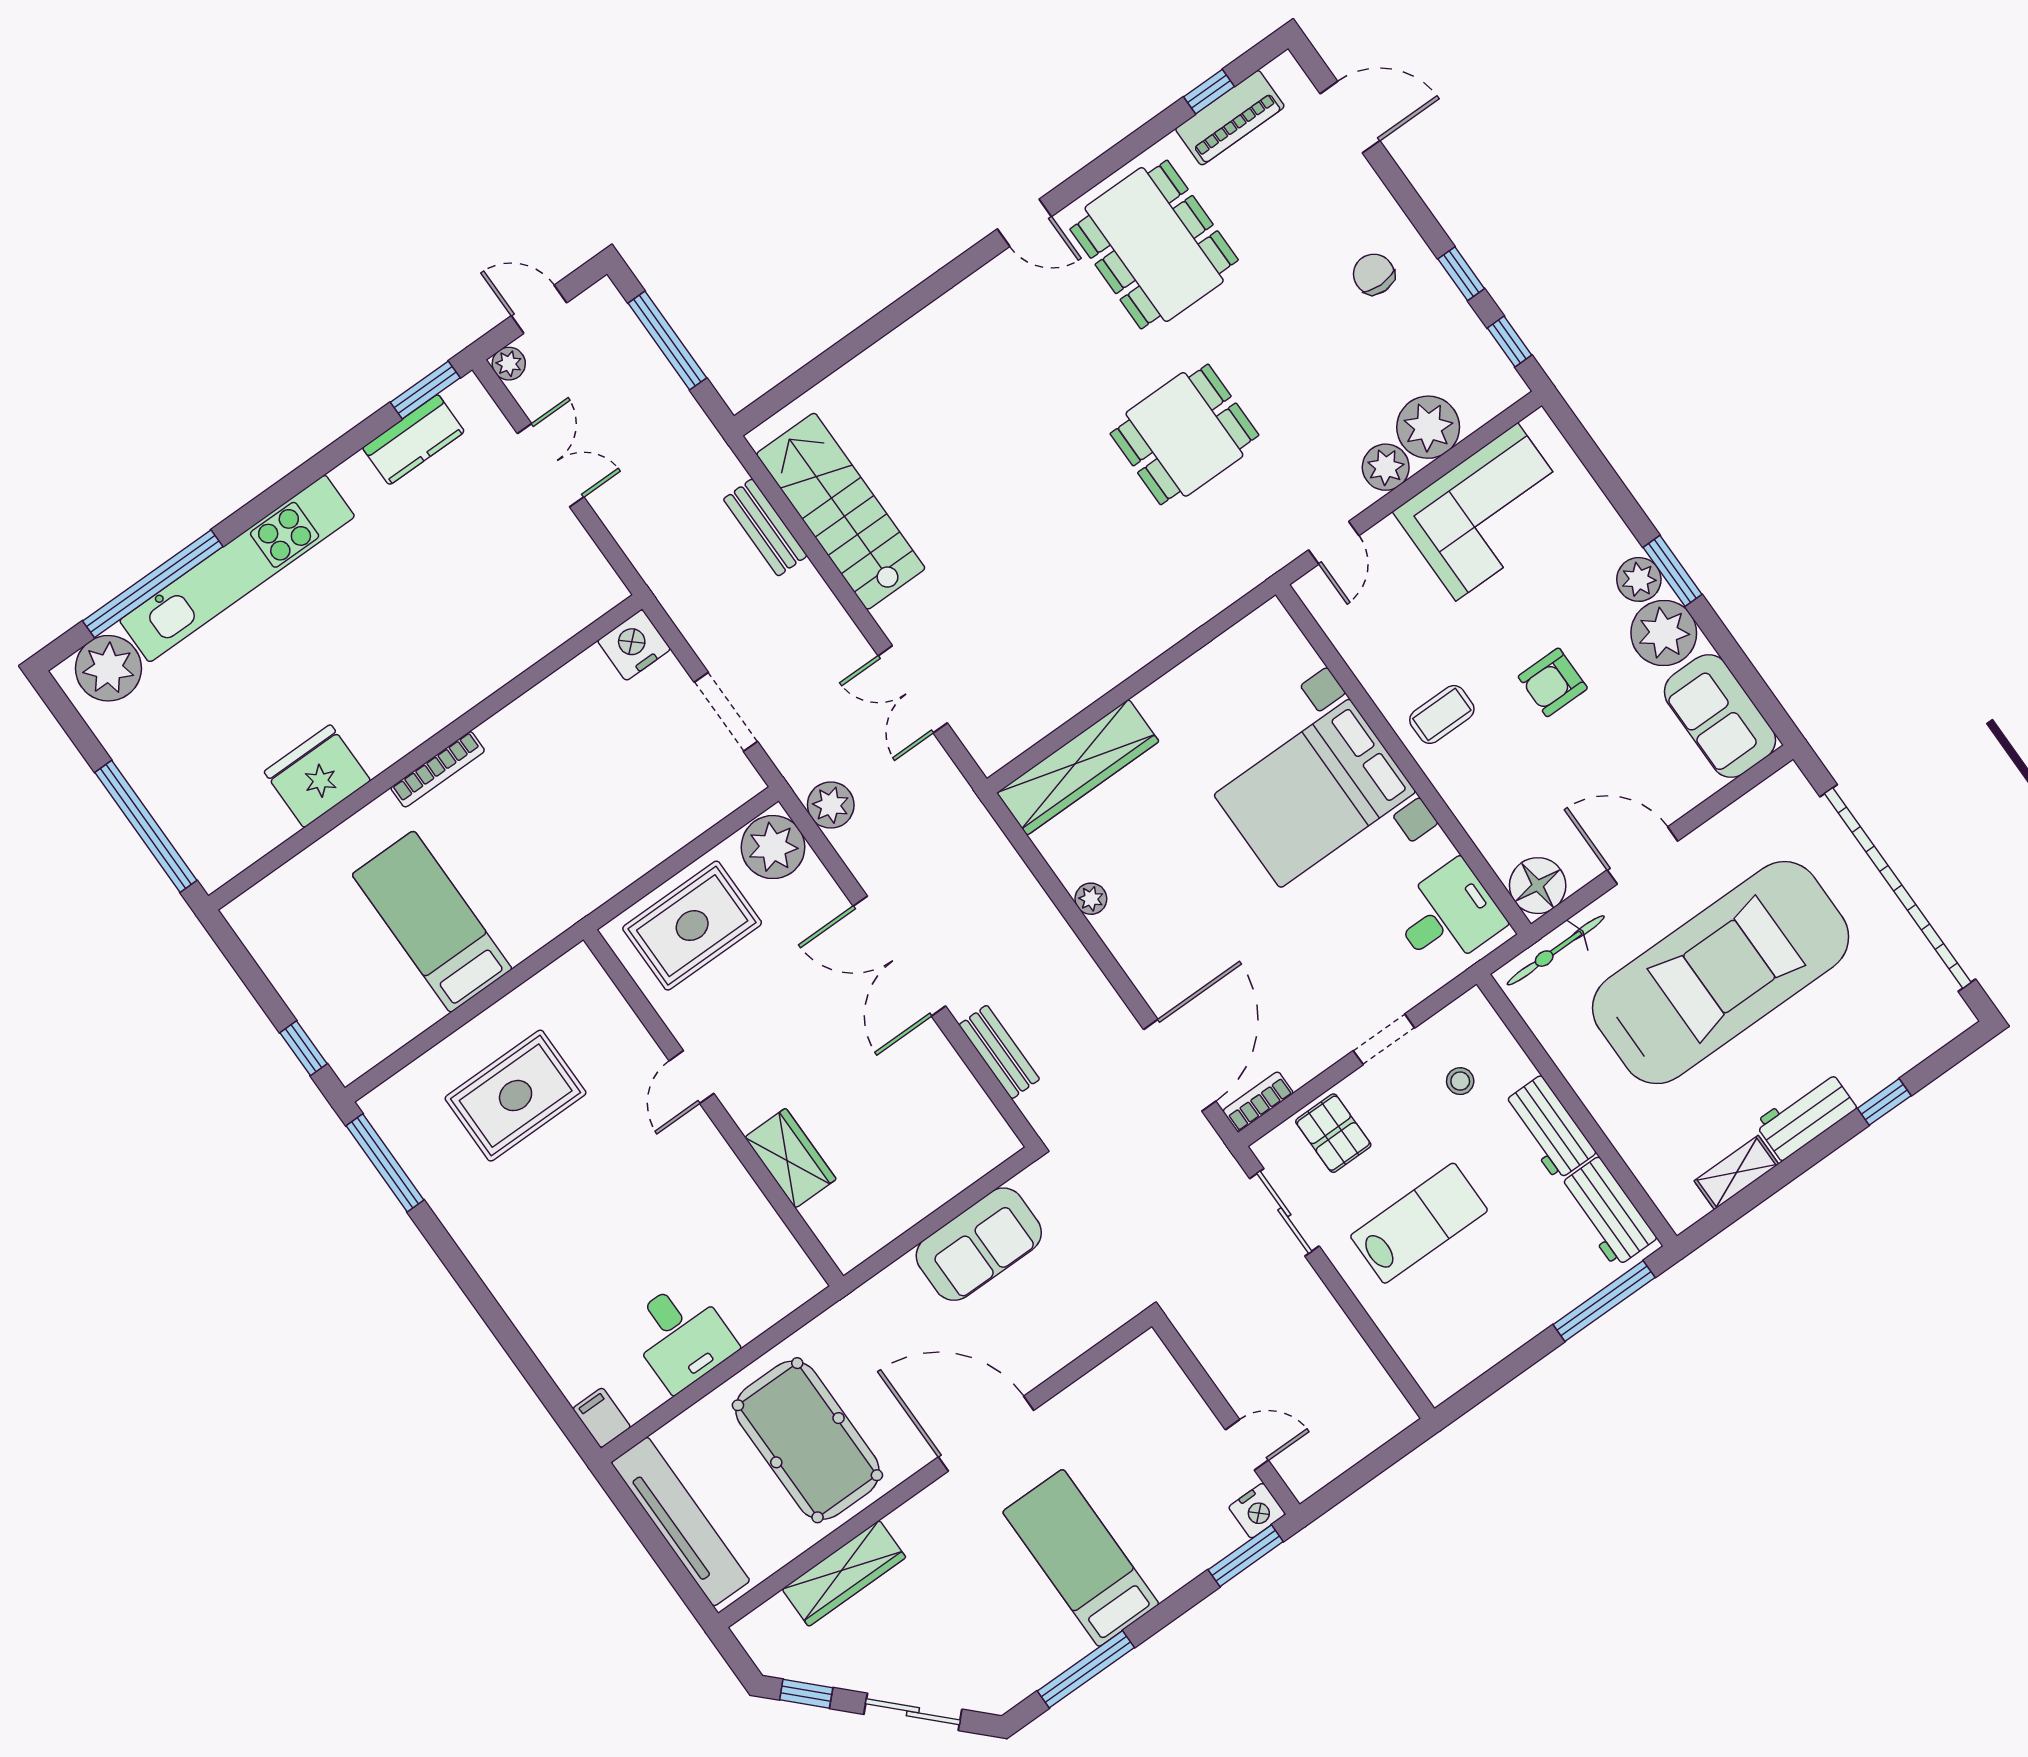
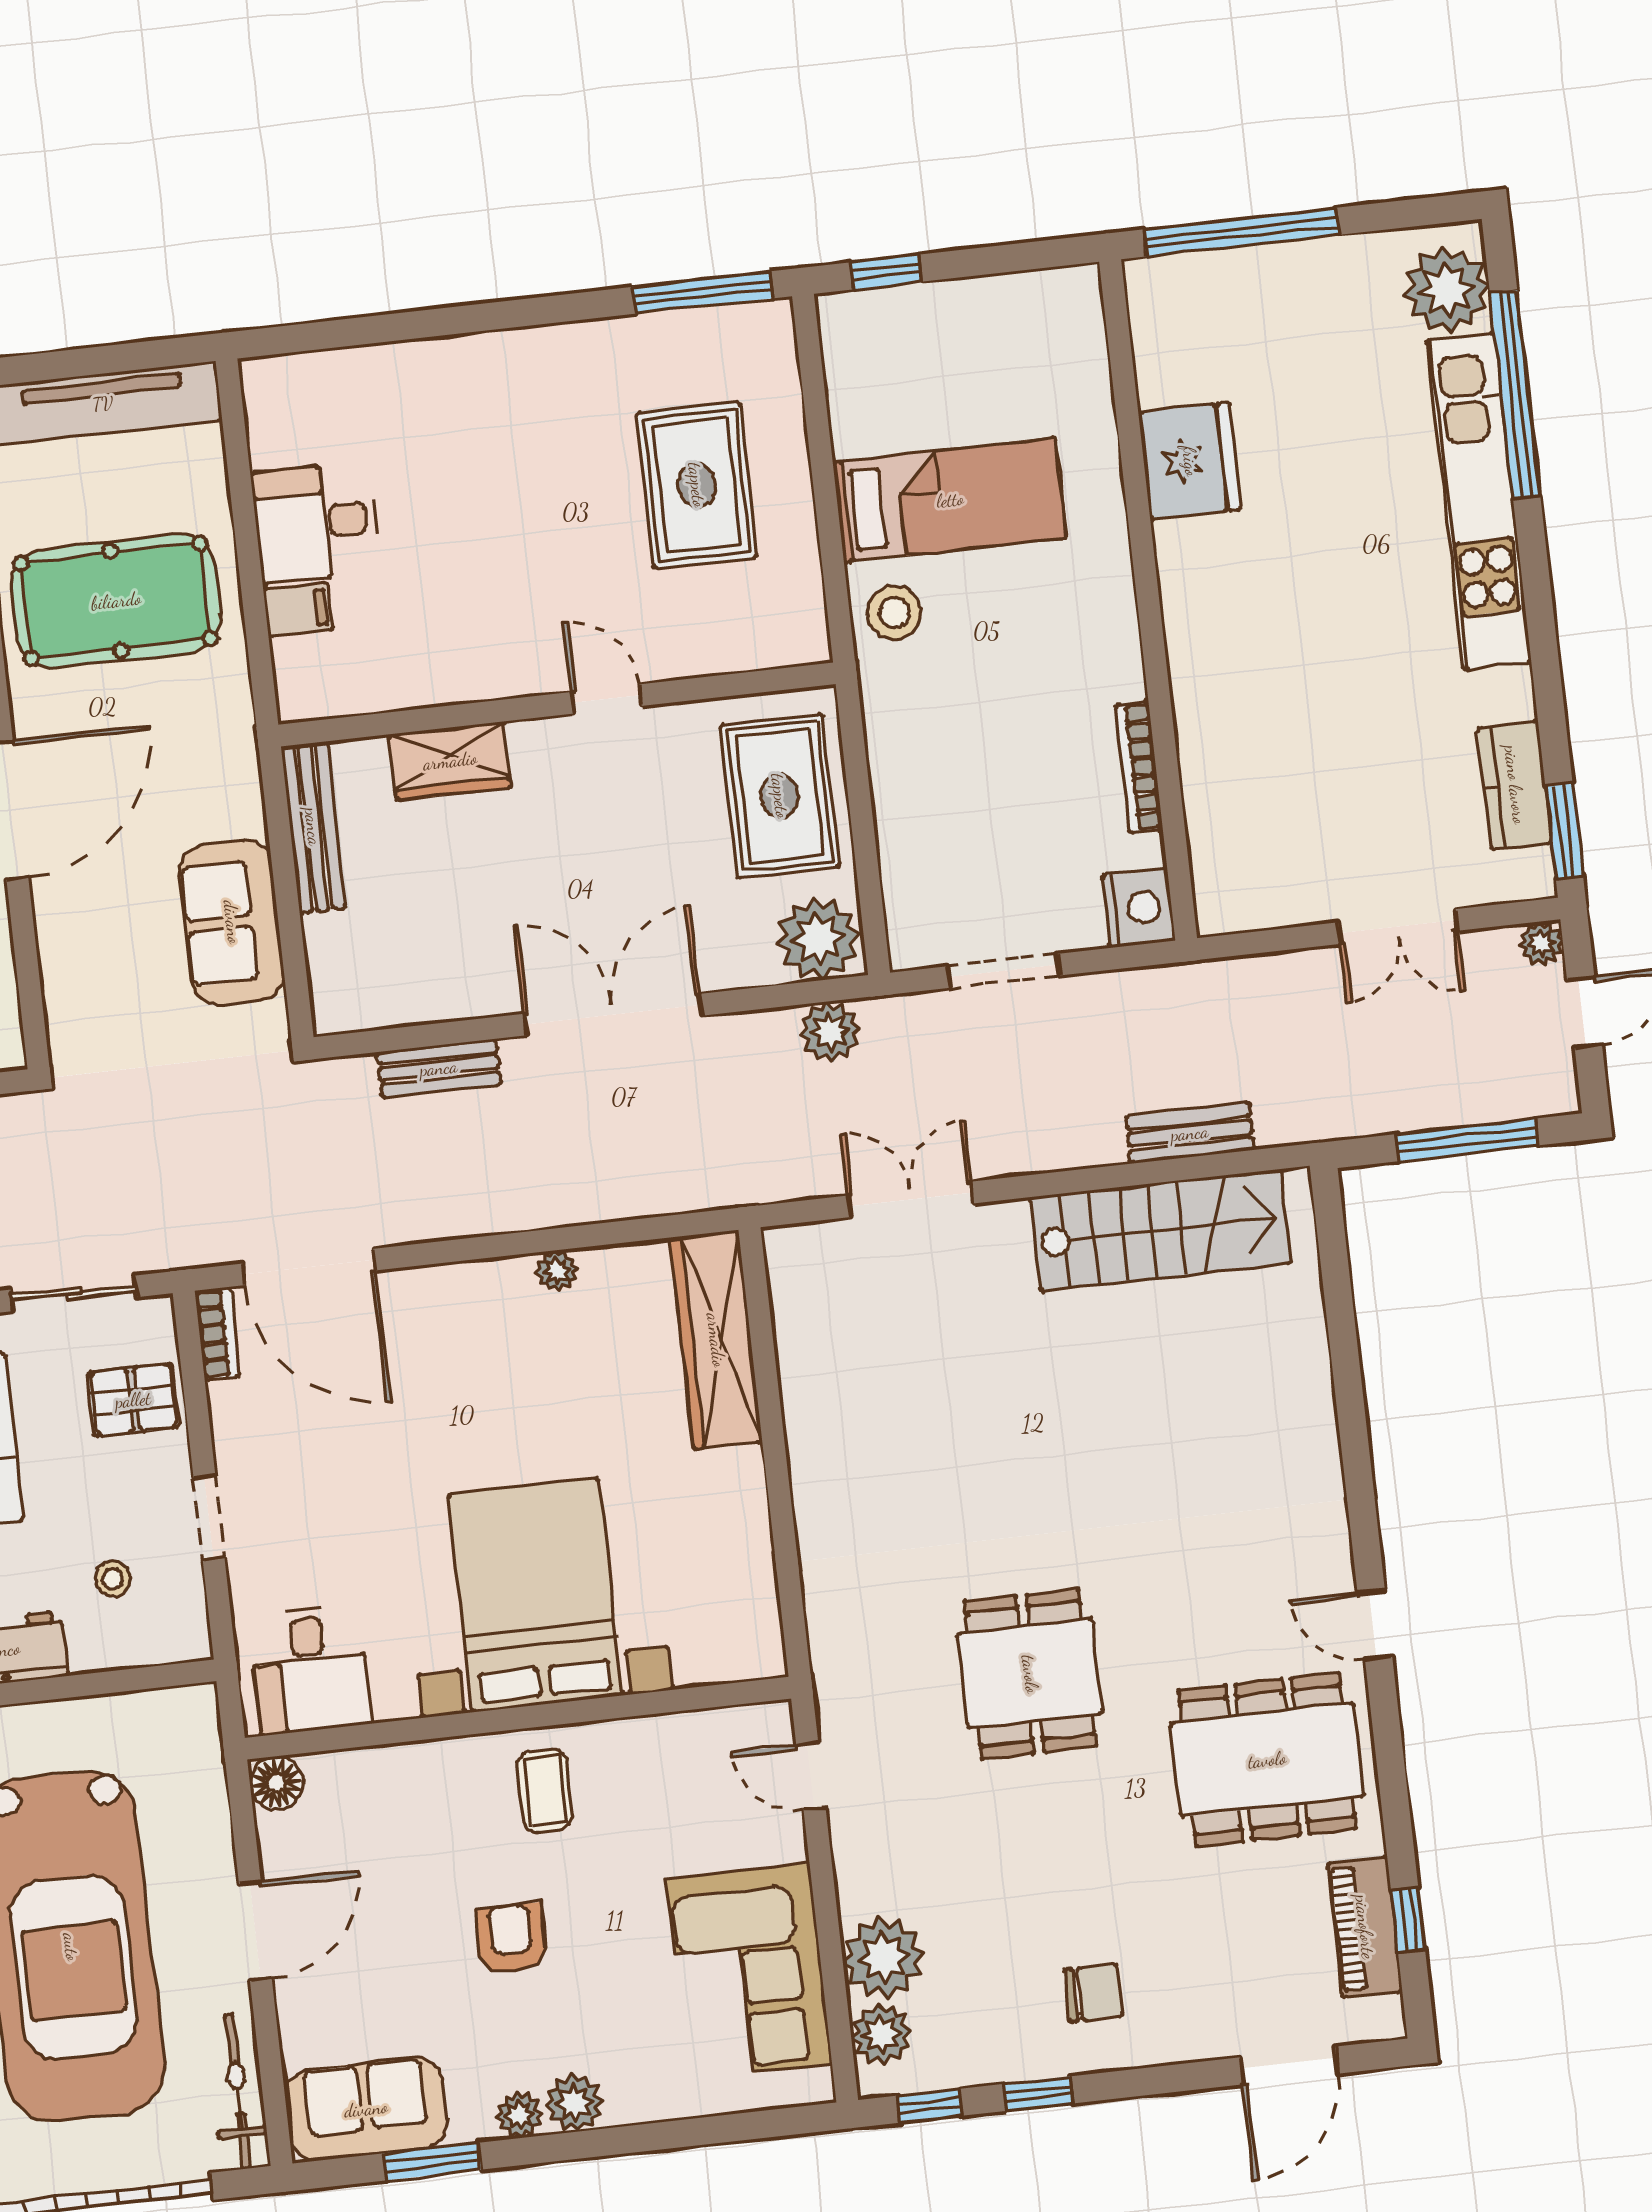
door: (1024, 223) -> (1375, 1625), hinge flipped
plant: (1386, 467) -> (881, 2034), moved
window: (1672, 571) -> (432, 2162), moved
plant: (1664, 633) -> (519, 2115), width x0.53, depth x0.53
bookcase: (438, 769) -> (1139, 767), moved
floor lamp: (1538, 886) -> (277, 1783), width x0.73, depth x0.73
stool: (527, 917) -> (894, 613), added
bicycle: (1556, 950) -> (238, 2092), moved
bench: (885, 1225) -> (313, 827), added
filing cabinet: (602, 1418) -> (298, 609), moved

